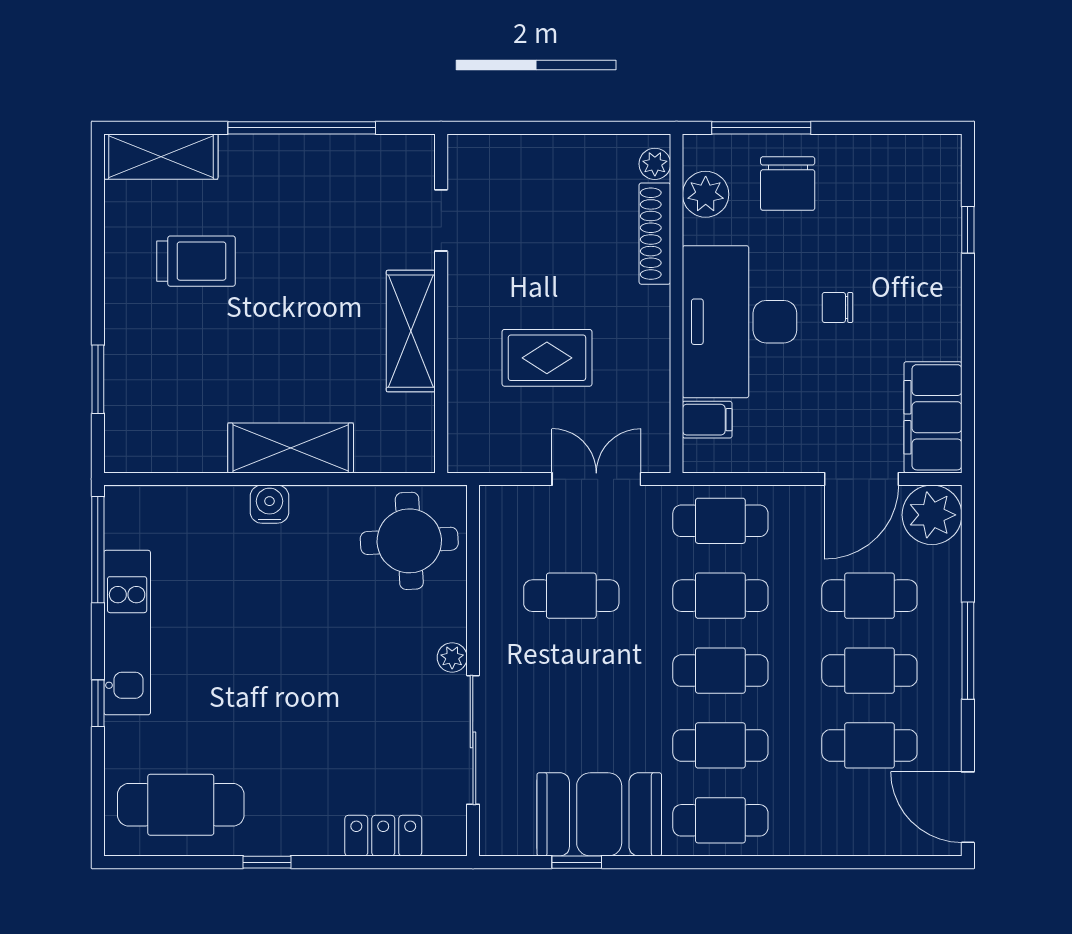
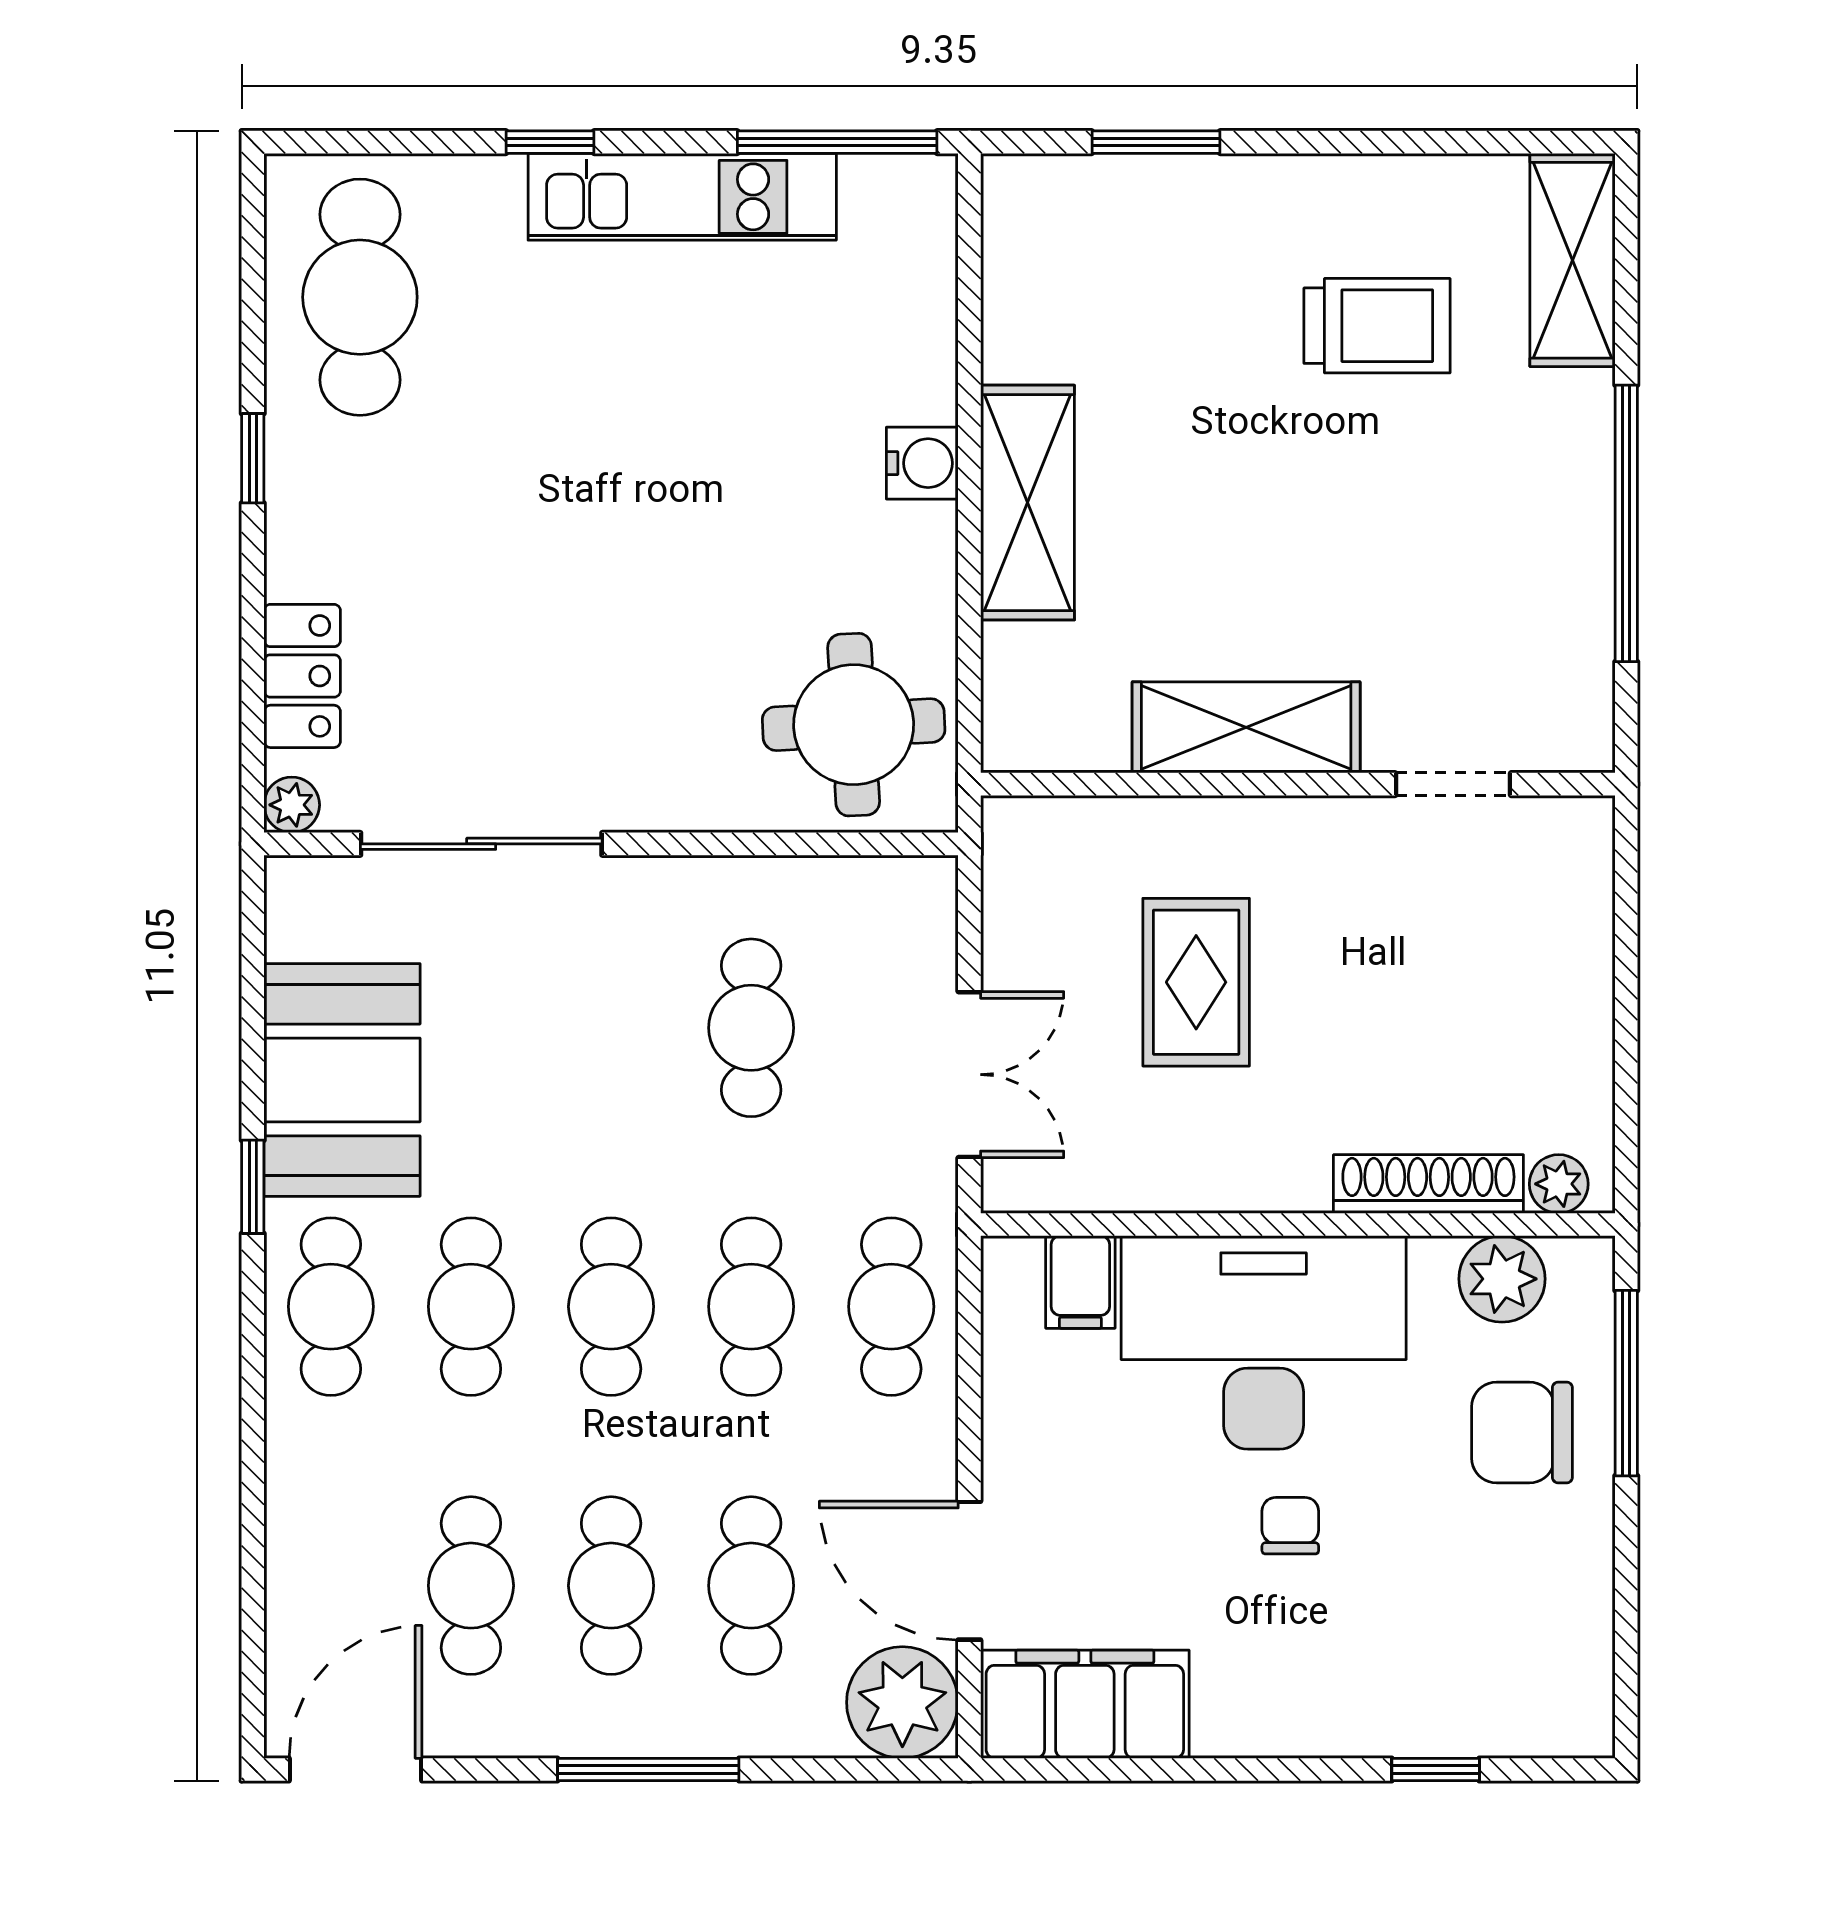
trolley: (196, 261) -> (1377, 326), turned -90
plant: (452, 657) -> (292, 805), moved
window: (577, 862) -> (253, 1187), moved

